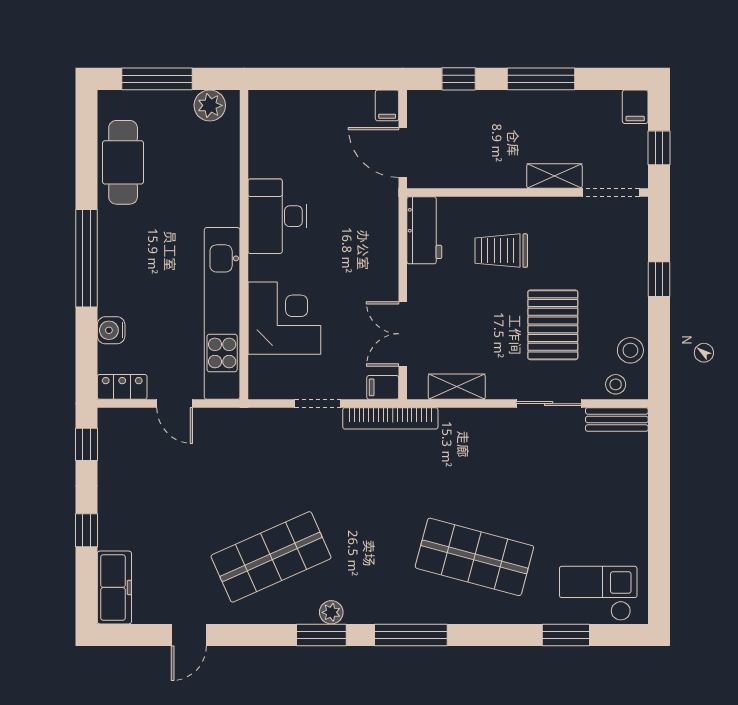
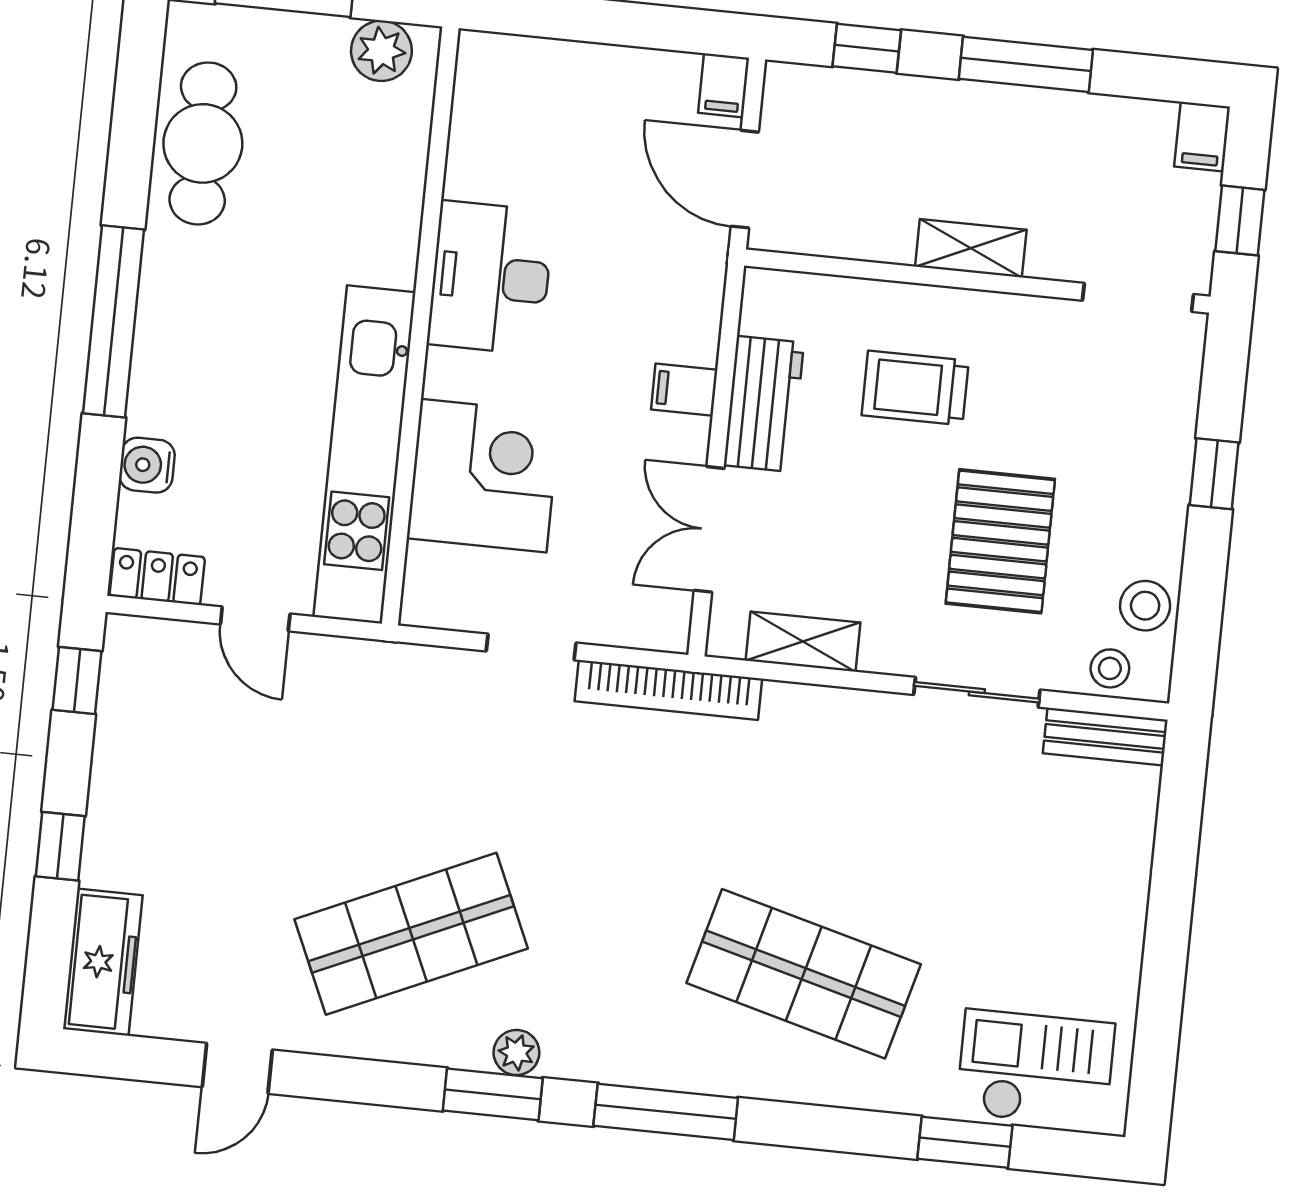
shelving: (554, 176) -> (971, 248), moved
workbench: (424, 230) -> (764, 404), moved
filing cabinet: (383, 387) -> (684, 390), moved

